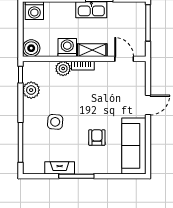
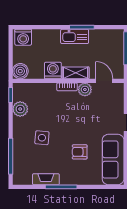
plant: (63, 69) -> (85, 90), moved
armchair: (97, 138) -> (80, 152), turned -90

